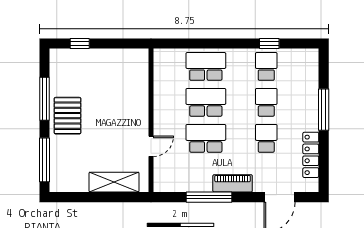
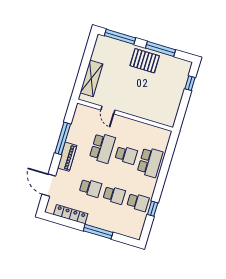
school desk: (206, 102) -> (126, 155), width x0.54

